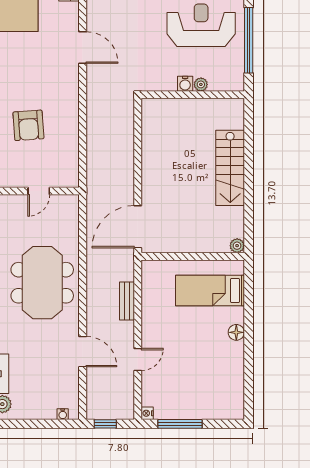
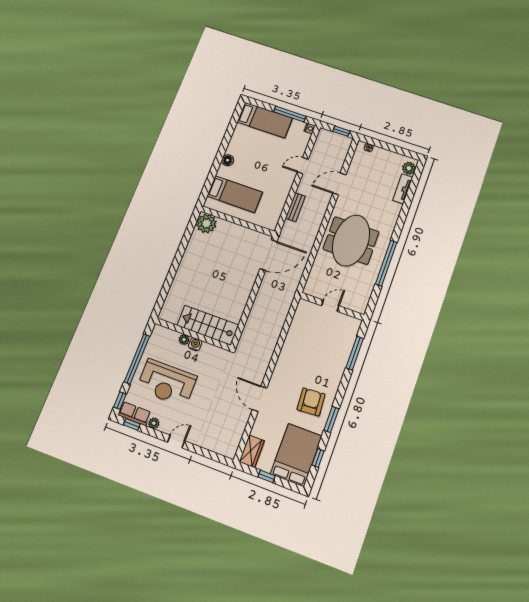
armchair: (28, 125) -> (311, 402), moved
stairs: (230, 168) -> (208, 325), moved, turned -90
plant: (237, 246) -> (206, 223), width x1.87, depth x1.87
door: (83, 352) -> (339, 184), hinge flipped
bed: (209, 404) -> (265, 120), added

